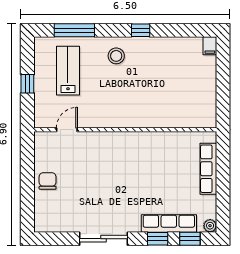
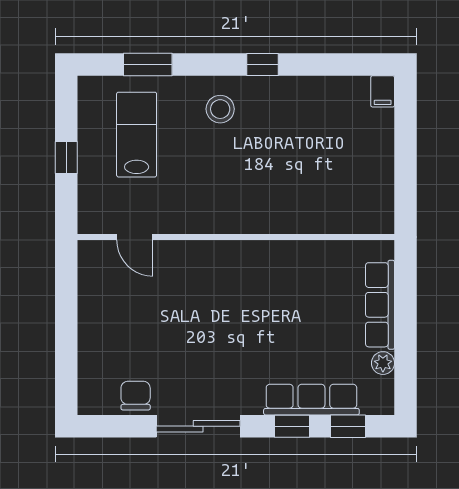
window: (74, 30) -> (148, 65), width x0.69
door: (67, 130) -> (135, 237), swing flipped
chair: (48, 181) -> (136, 396), moved
plant: (210, 226) -> (383, 363), moved

